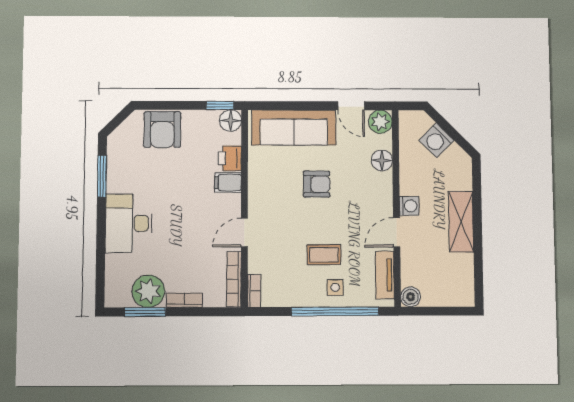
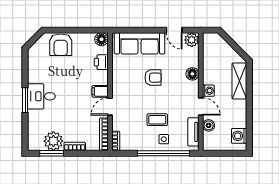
window: (220, 105) -> (95, 30), removed
washing machine: (436, 140) -> (239, 136), moved, turned 45
floor lamp: (382, 160) -> (192, 74), moved
window: (102, 176) -> (25, 100), moved
filing cabinet: (228, 183) -> (100, 91), moved
shelving: (461, 222) -> (239, 81), moved
desk: (129, 223) -> (41, 96), width x0.73
door: (397, 232) -> (201, 107), swing flipped
boiler: (411, 297) -> (209, 125), moved

